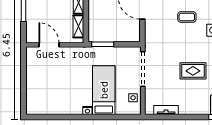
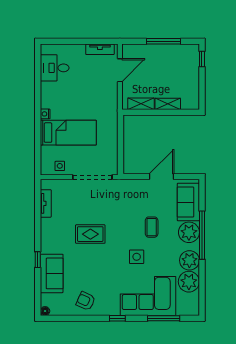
window: (103, 44) -> (121, 131), removed
tv unit: (31, 62) -> (100, 49), added
rug: (193, 71) -> (90, 234), turned 90
desk: (47, 102) -> (55, 68), added

